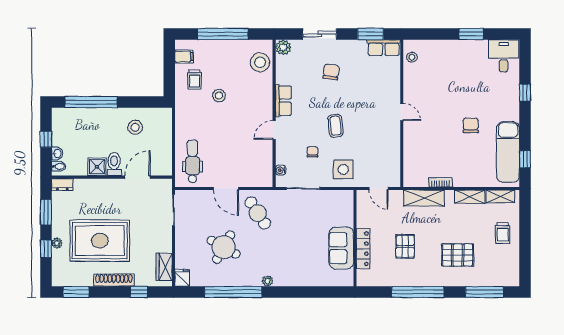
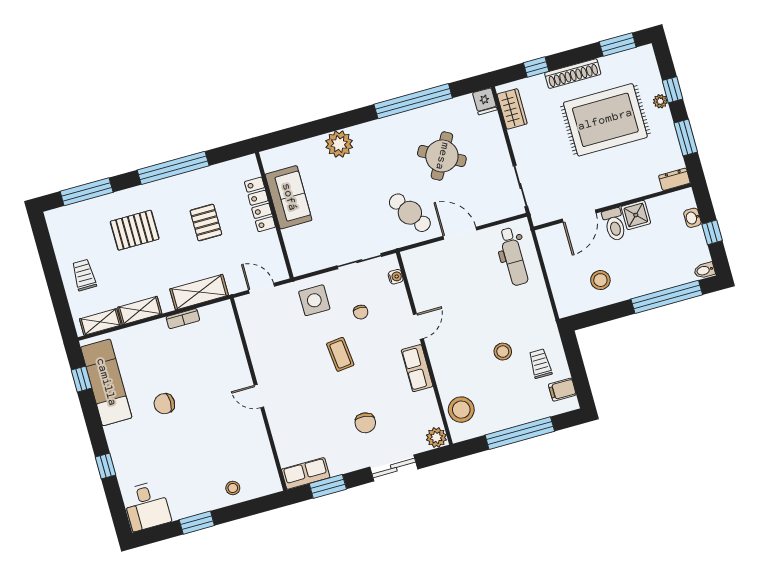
stool: (412, 57) -> (233, 488), moved
chair: (471, 125) -> (164, 404), turned 90
bidet: (59, 166) -> (704, 270), moved
plant: (268, 281) -> (339, 144), moved, width x1.88, depth x1.88

